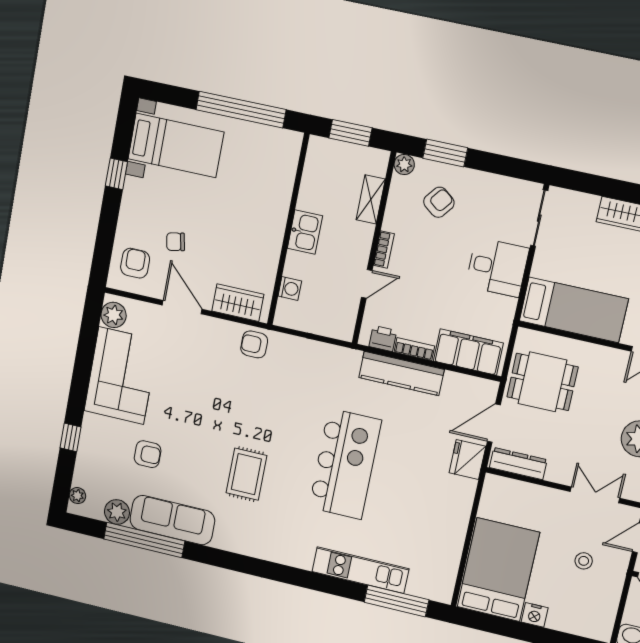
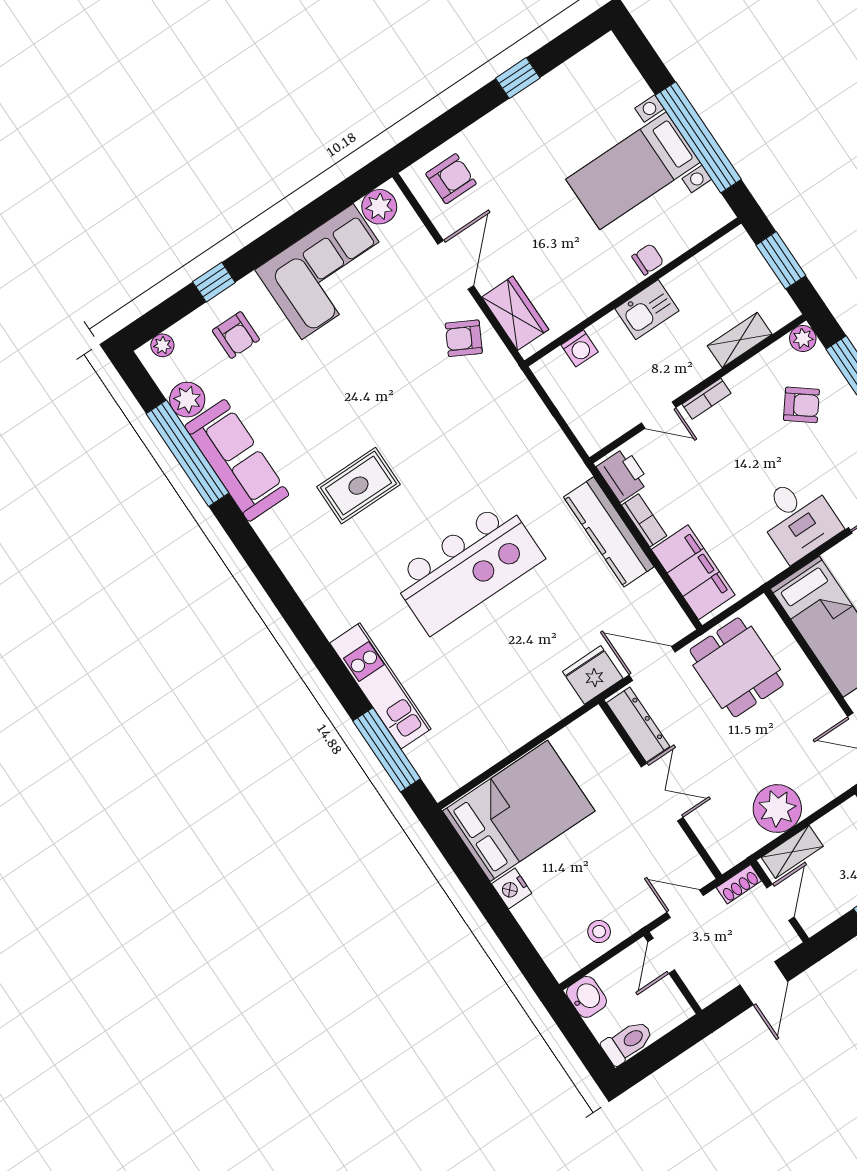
bed with nightstands: (176, 145) -> (633, 171), moved, turned 90
chair: (176, 242) -> (648, 259), moved, turned 101
printer: (383, 339) -> (623, 475), width x1.36, depth x1.24
armchair: (254, 344) -> (464, 338), moved, turned -62
armchair: (148, 454) -> (236, 335), moved
double door: (595, 495) -> (662, 792), moved
stool: (584, 561) -> (599, 932), moved

